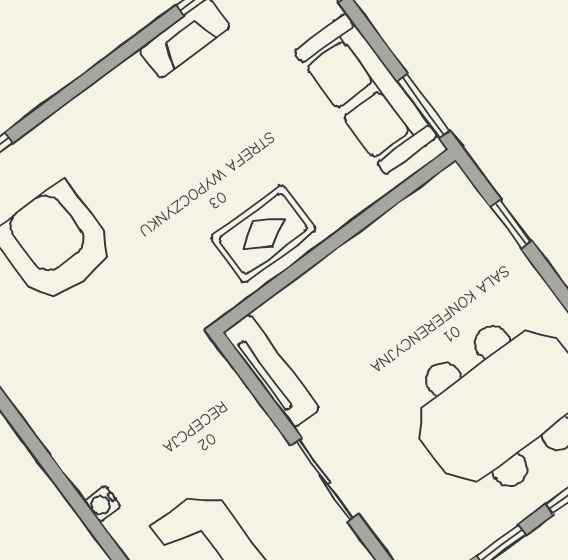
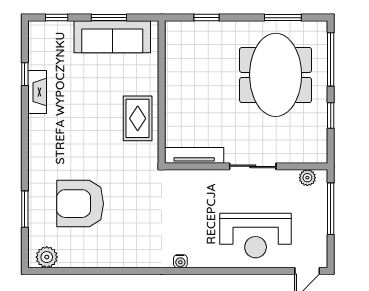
window: (423, 106) -> (109, 18), moved
water cooler: (102, 504) -> (180, 261), moved

